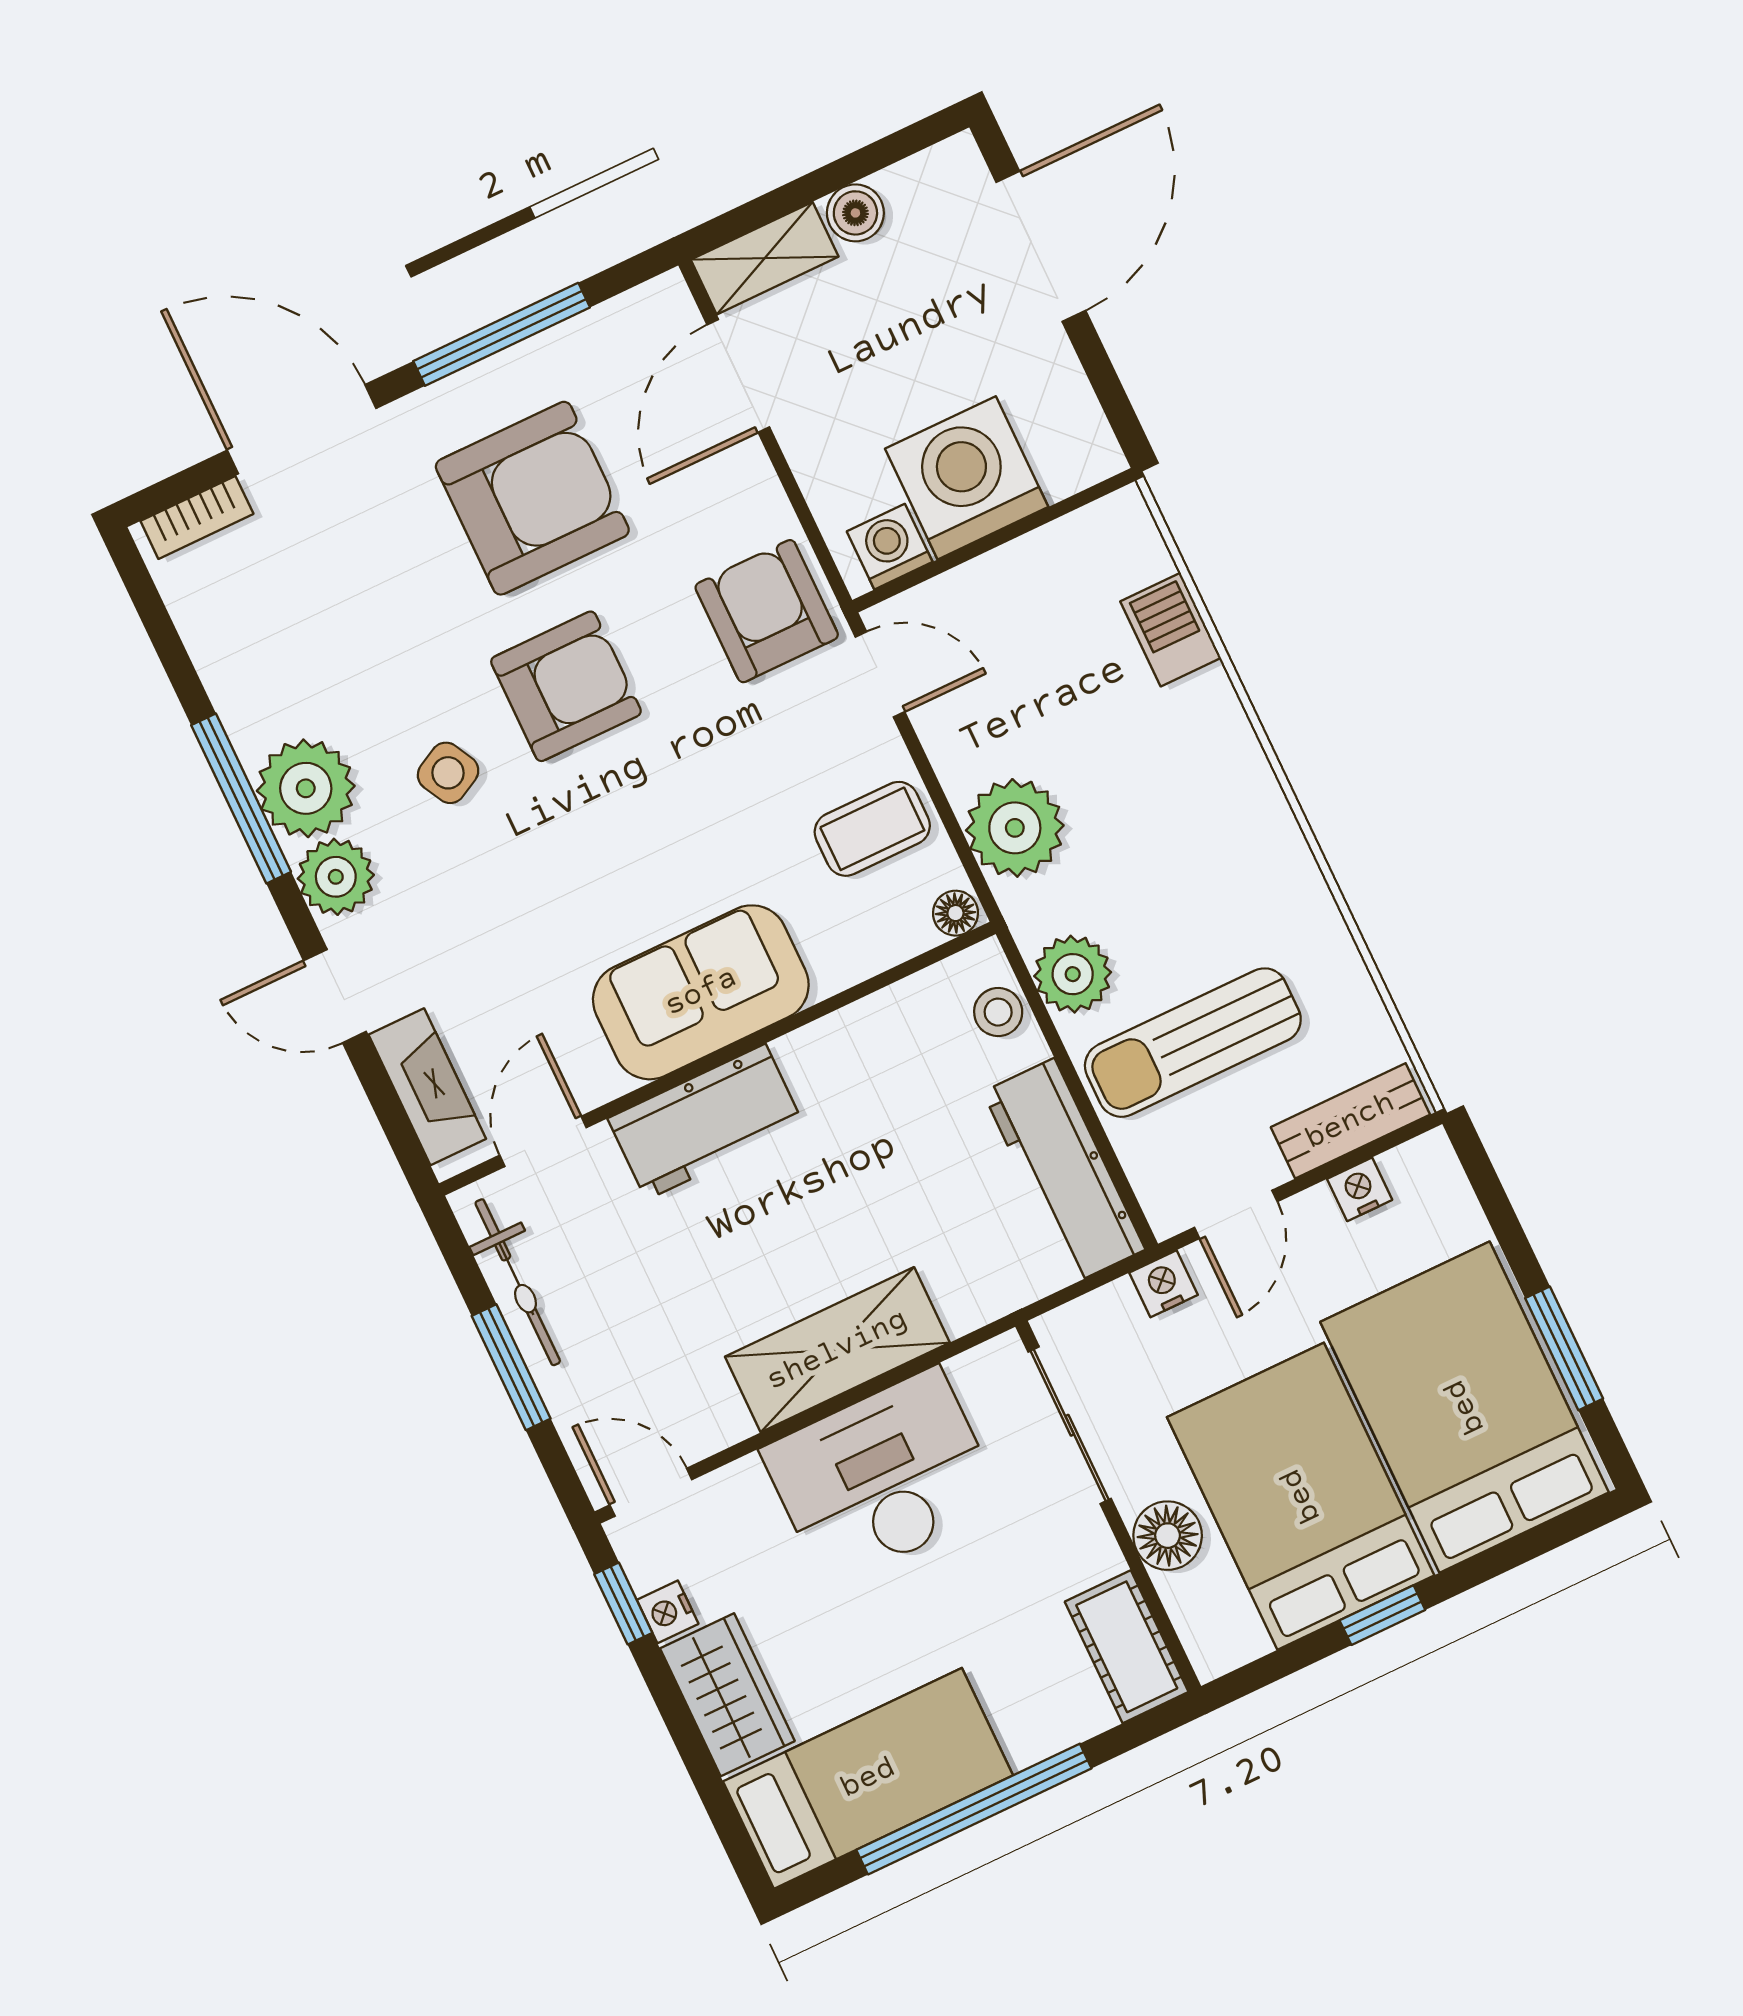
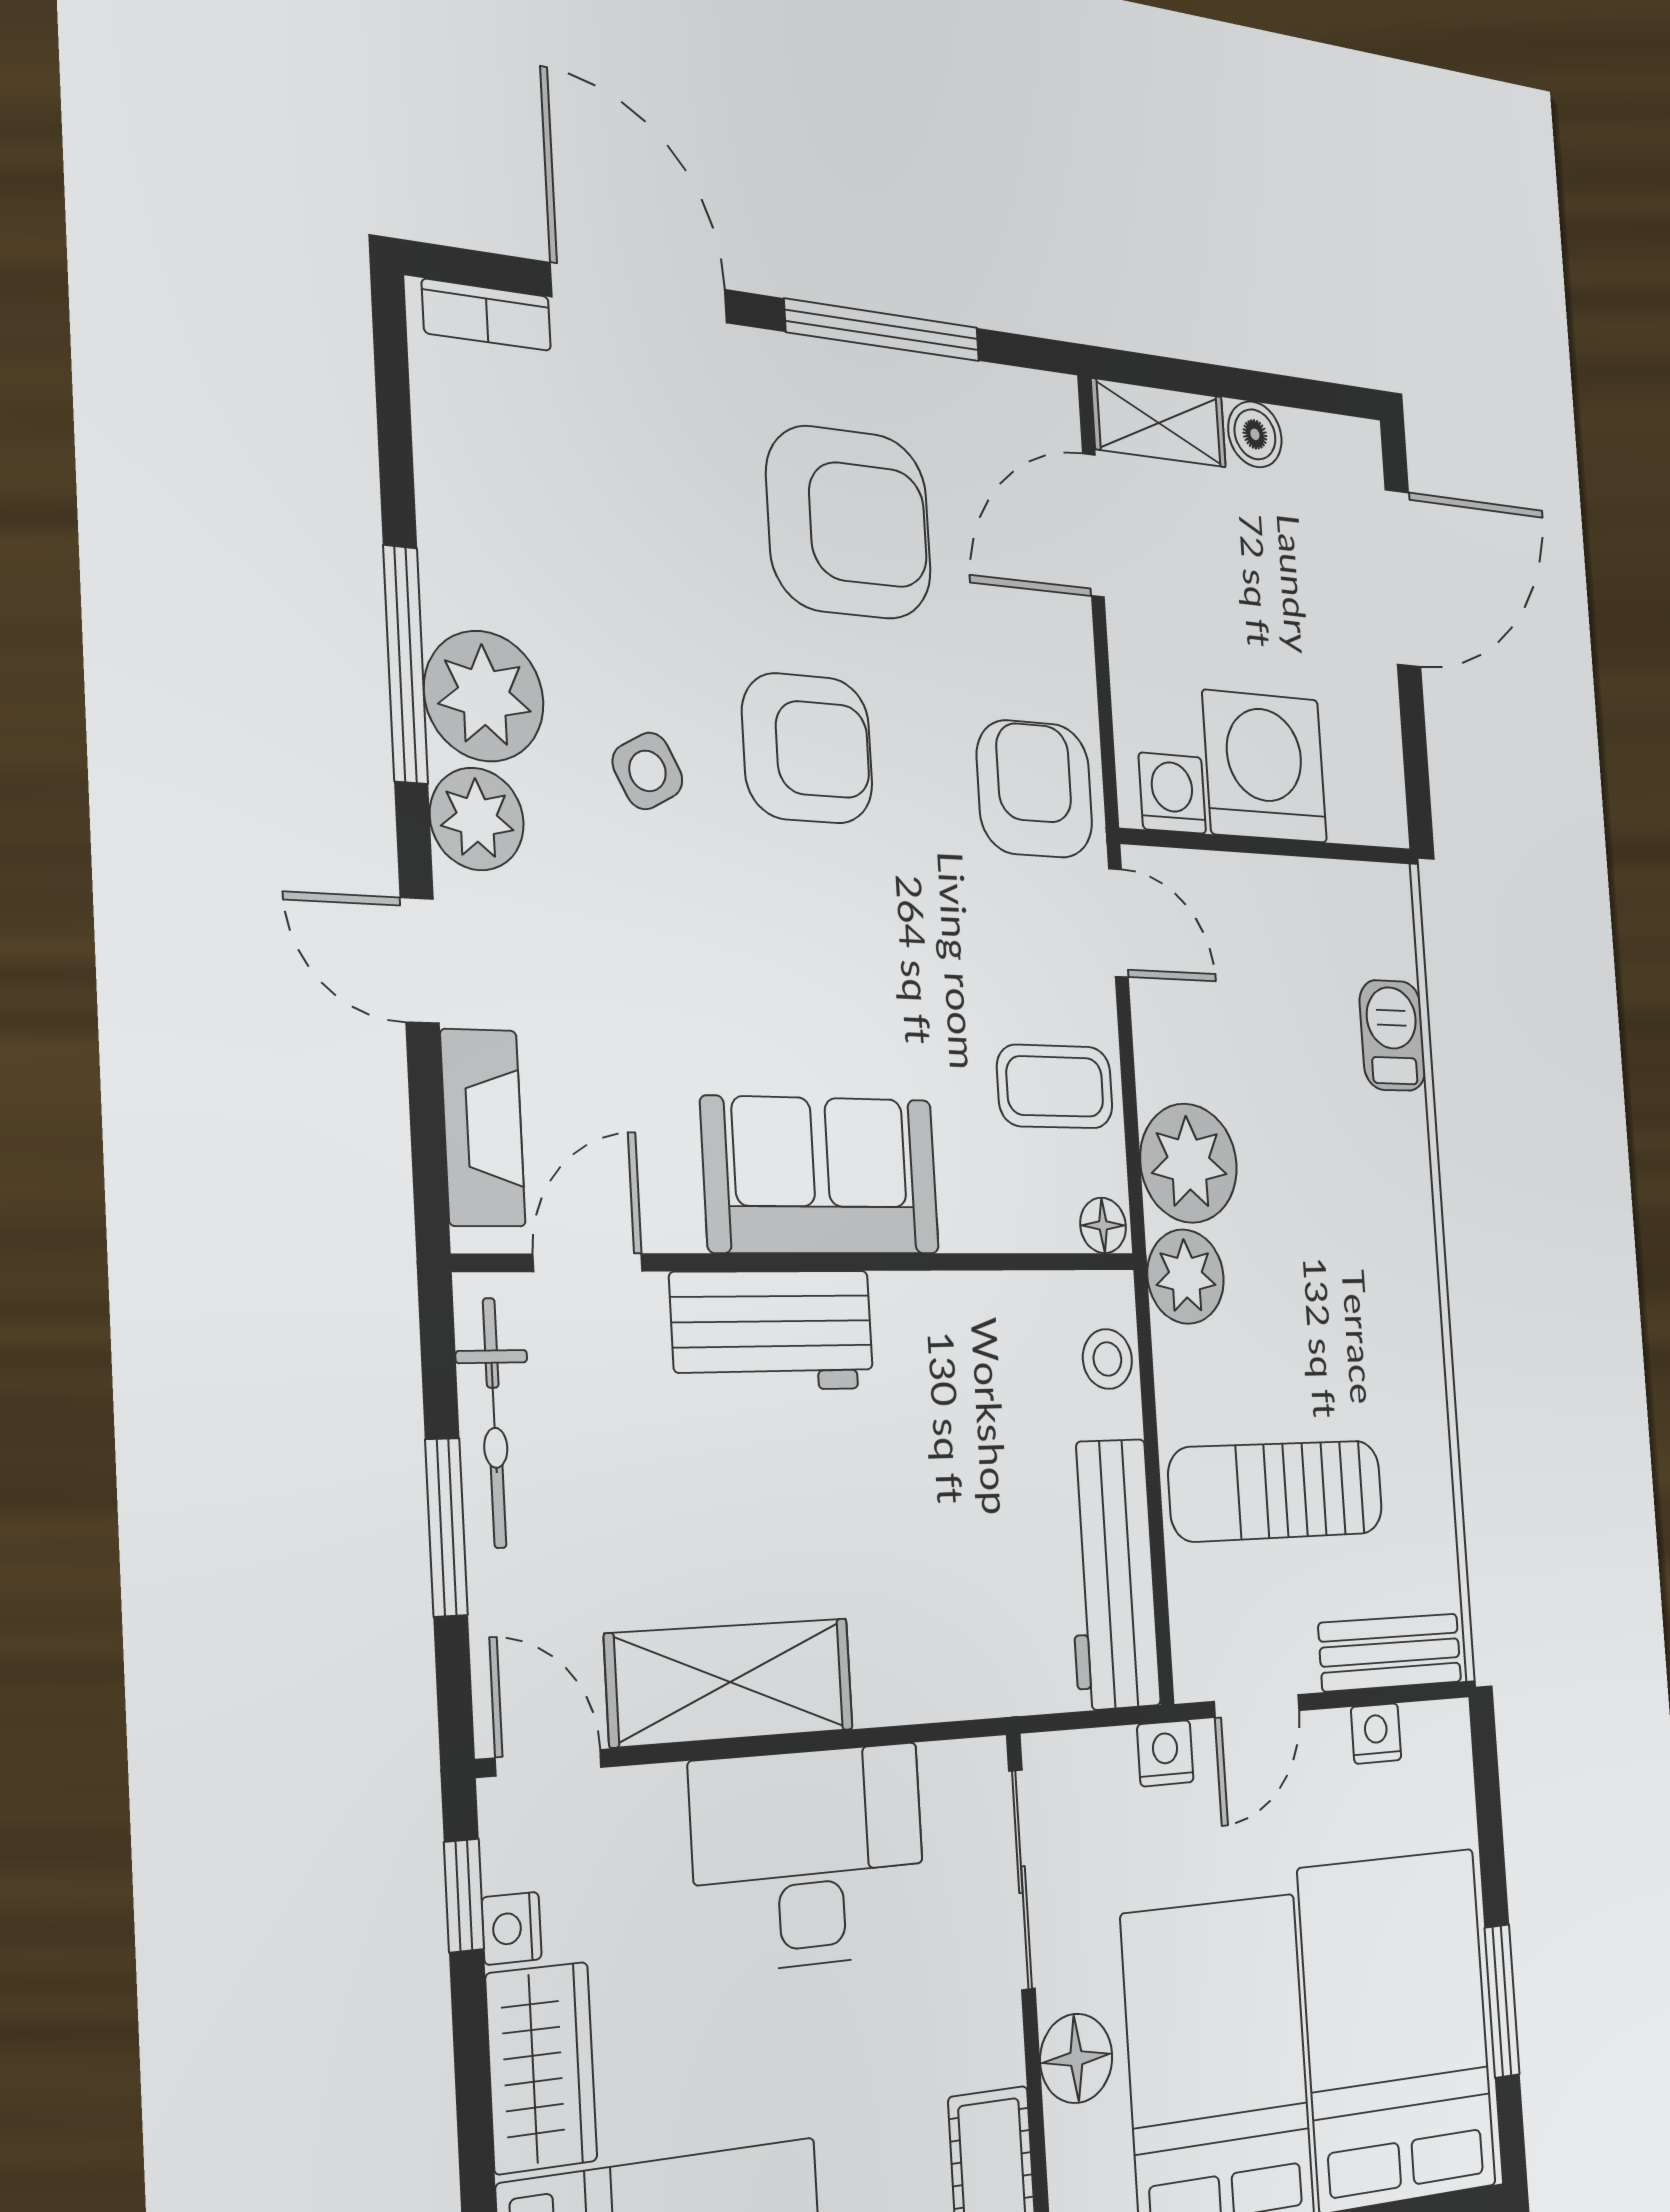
plant: (1073, 974) -> (1186, 1277), moved
shelving: (837, 1350) -> (730, 1682), moved

